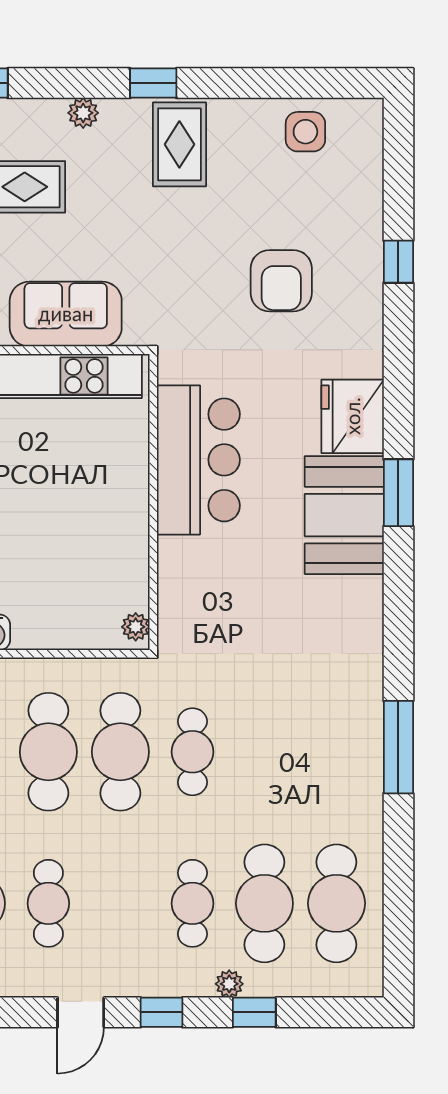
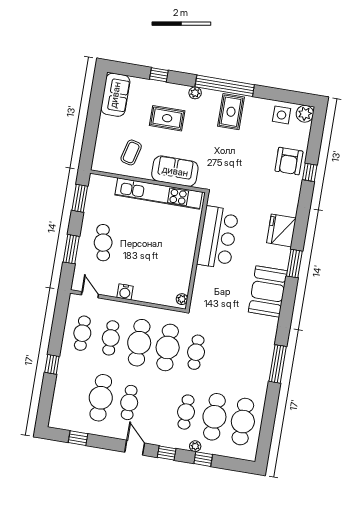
window: (153, 83) -> (225, 86), width x3.17
plant: (362, 119) -> (305, 114), added
armchair: (281, 281) -> (289, 161), moved
booth: (344, 515) -> (268, 291), moved
door: (81, 1012) -> (135, 448), swing flipped

